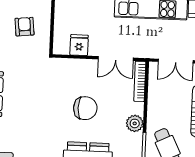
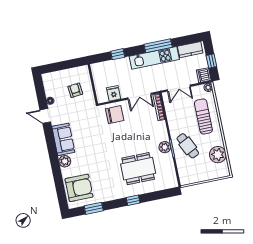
chair: (85, 108) -> (115, 115), moved
plant: (135, 123) -> (165, 147), moved

